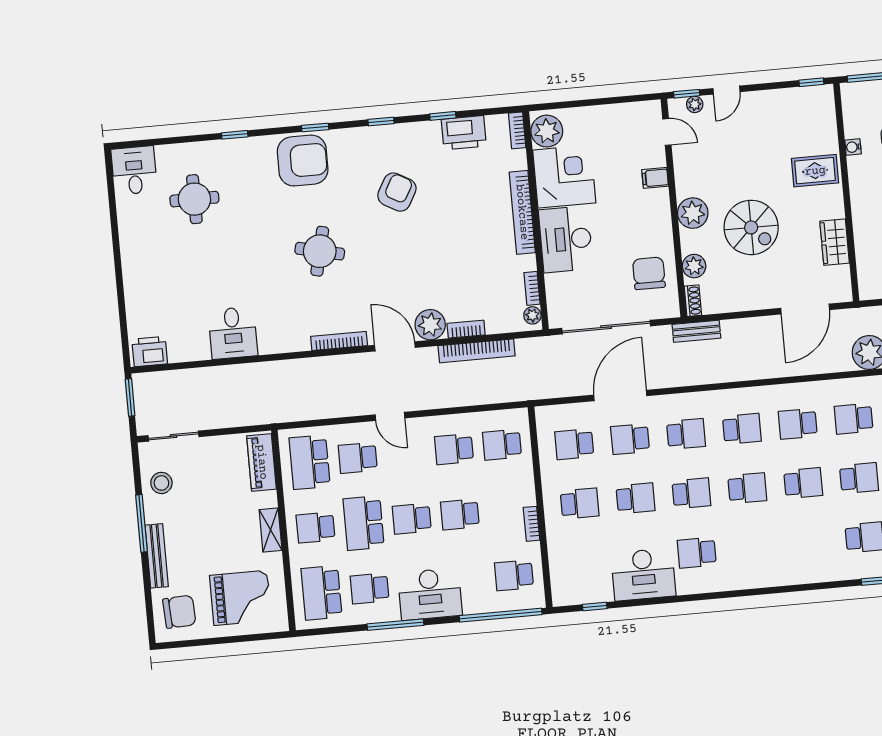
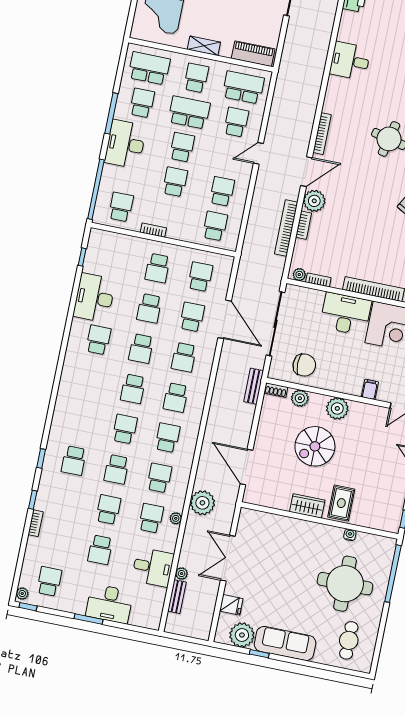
wardrobe: (835, 242) -> (307, 506), moved
school desk: (803, 483) -> (125, 429), turned 180

